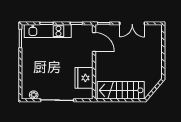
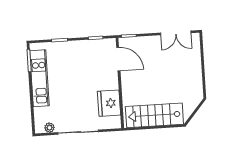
double door: (132, 23) -> (176, 33), moved
kitchen unit: (48, 31) -> (39, 78), moved, turned -90

